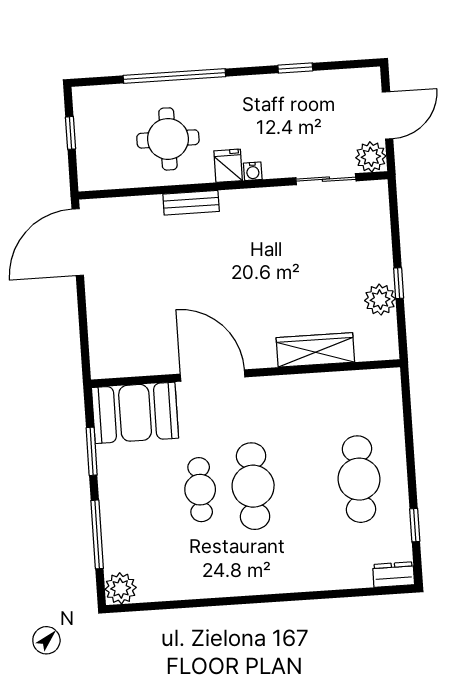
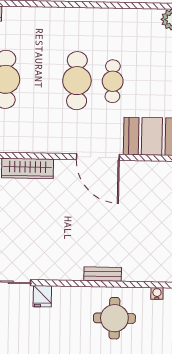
fridge: (228, 166) -> (42, 296), moved
water cooler: (253, 171) -> (157, 293), moved

